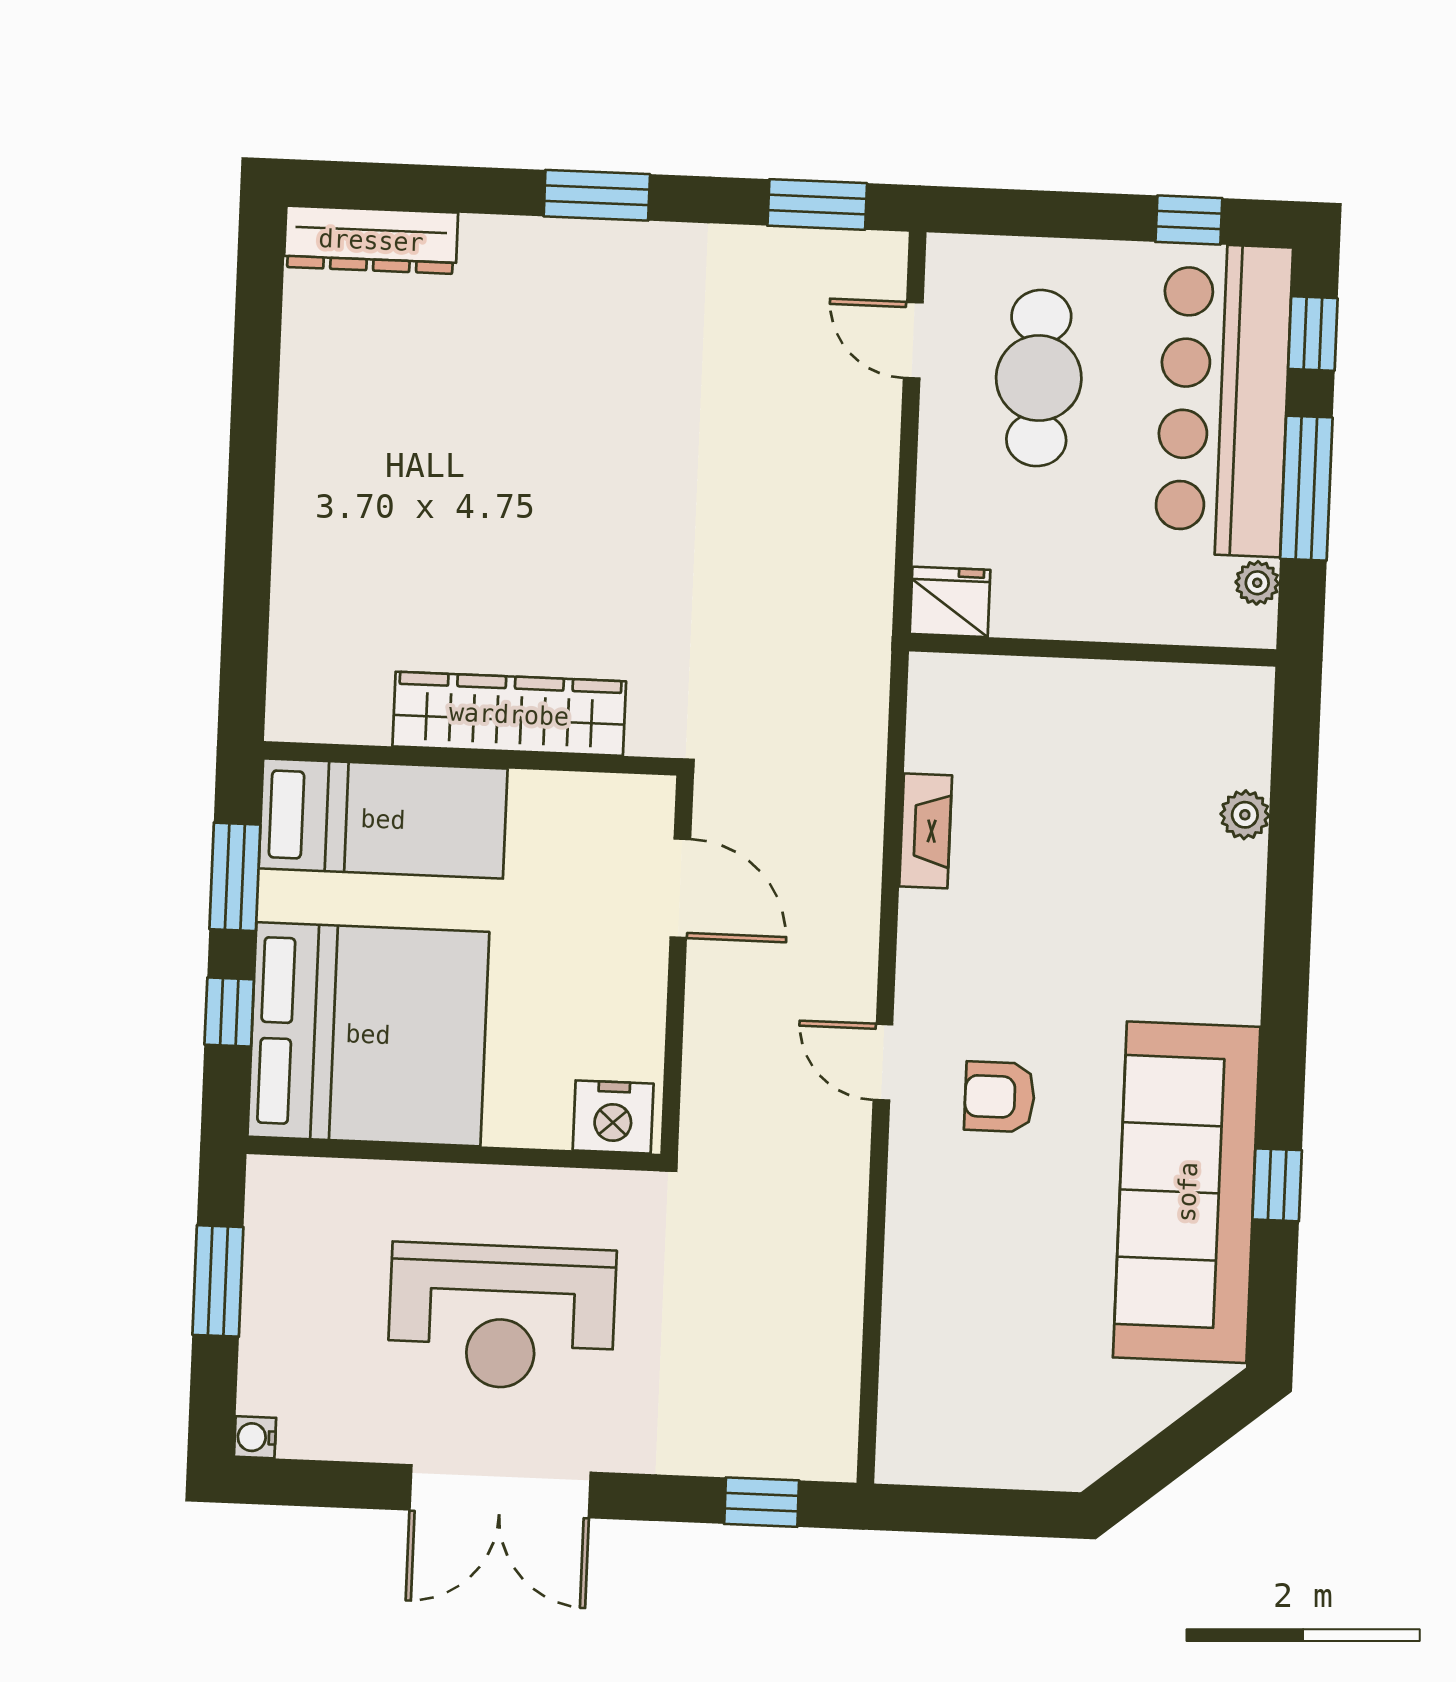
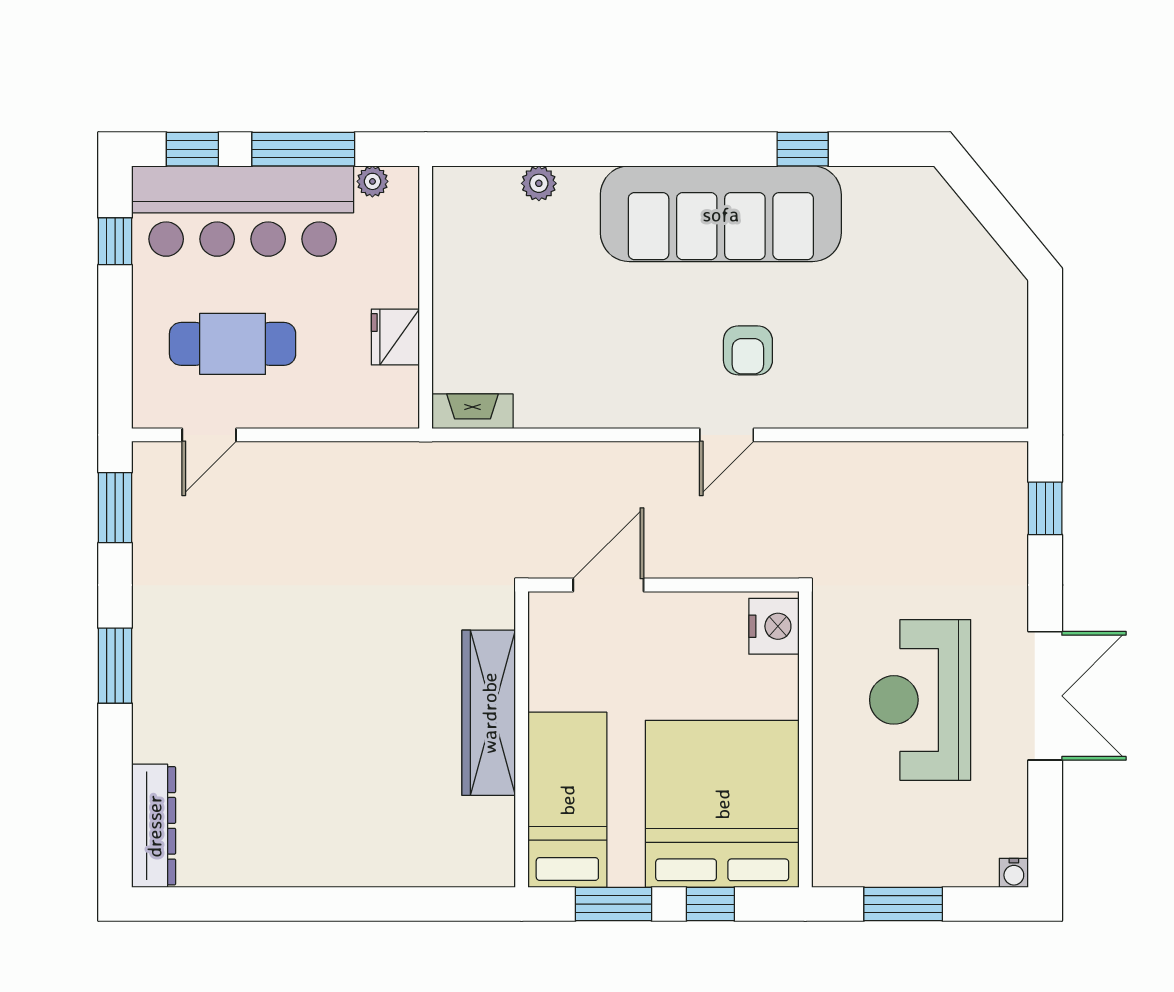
fridge: (950, 602) -> (395, 337), moved
fireplace: (926, 831) -> (473, 411), moved
sofa: (1187, 1192) -> (721, 214), moved
reception desk: (502, 1317) -> (920, 700), turned 180

